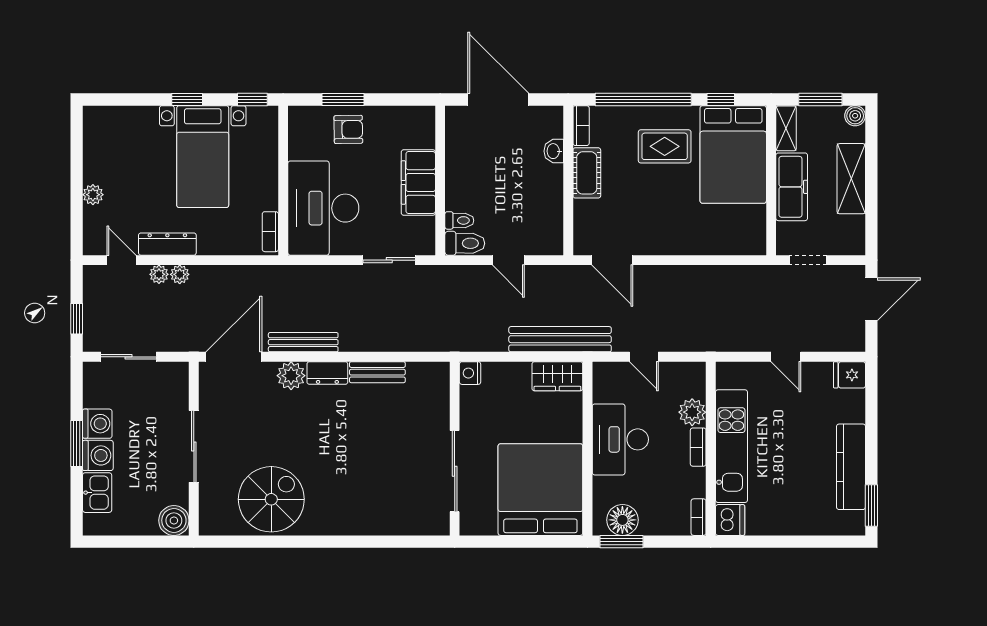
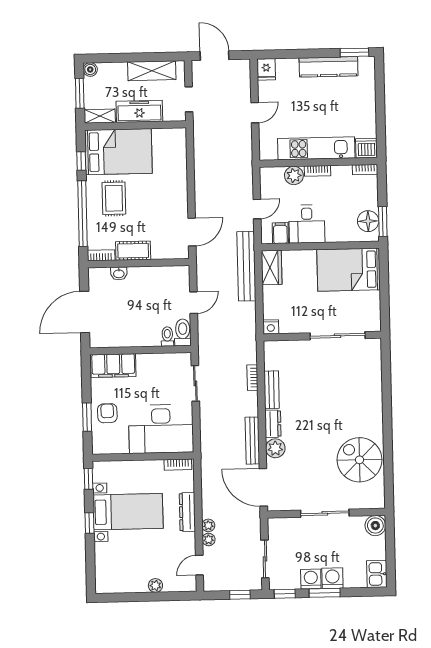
shelving: (851, 179) -> (152, 71), moved
filing cabinet: (418, 183) -> (113, 366), moved
dresser: (167, 244) -> (187, 512), moved
bookcase: (396, 344) -> (252, 378), added
window: (77, 385) -> (285, 594), added
filing cabinet: (608, 390) -> (280, 233), added
desk: (620, 439) -> (307, 224), width x0.73
bed: (540, 490) -> (349, 270), width x0.73
kitchen sink: (97, 493) -> (377, 574), moved, turned -90

